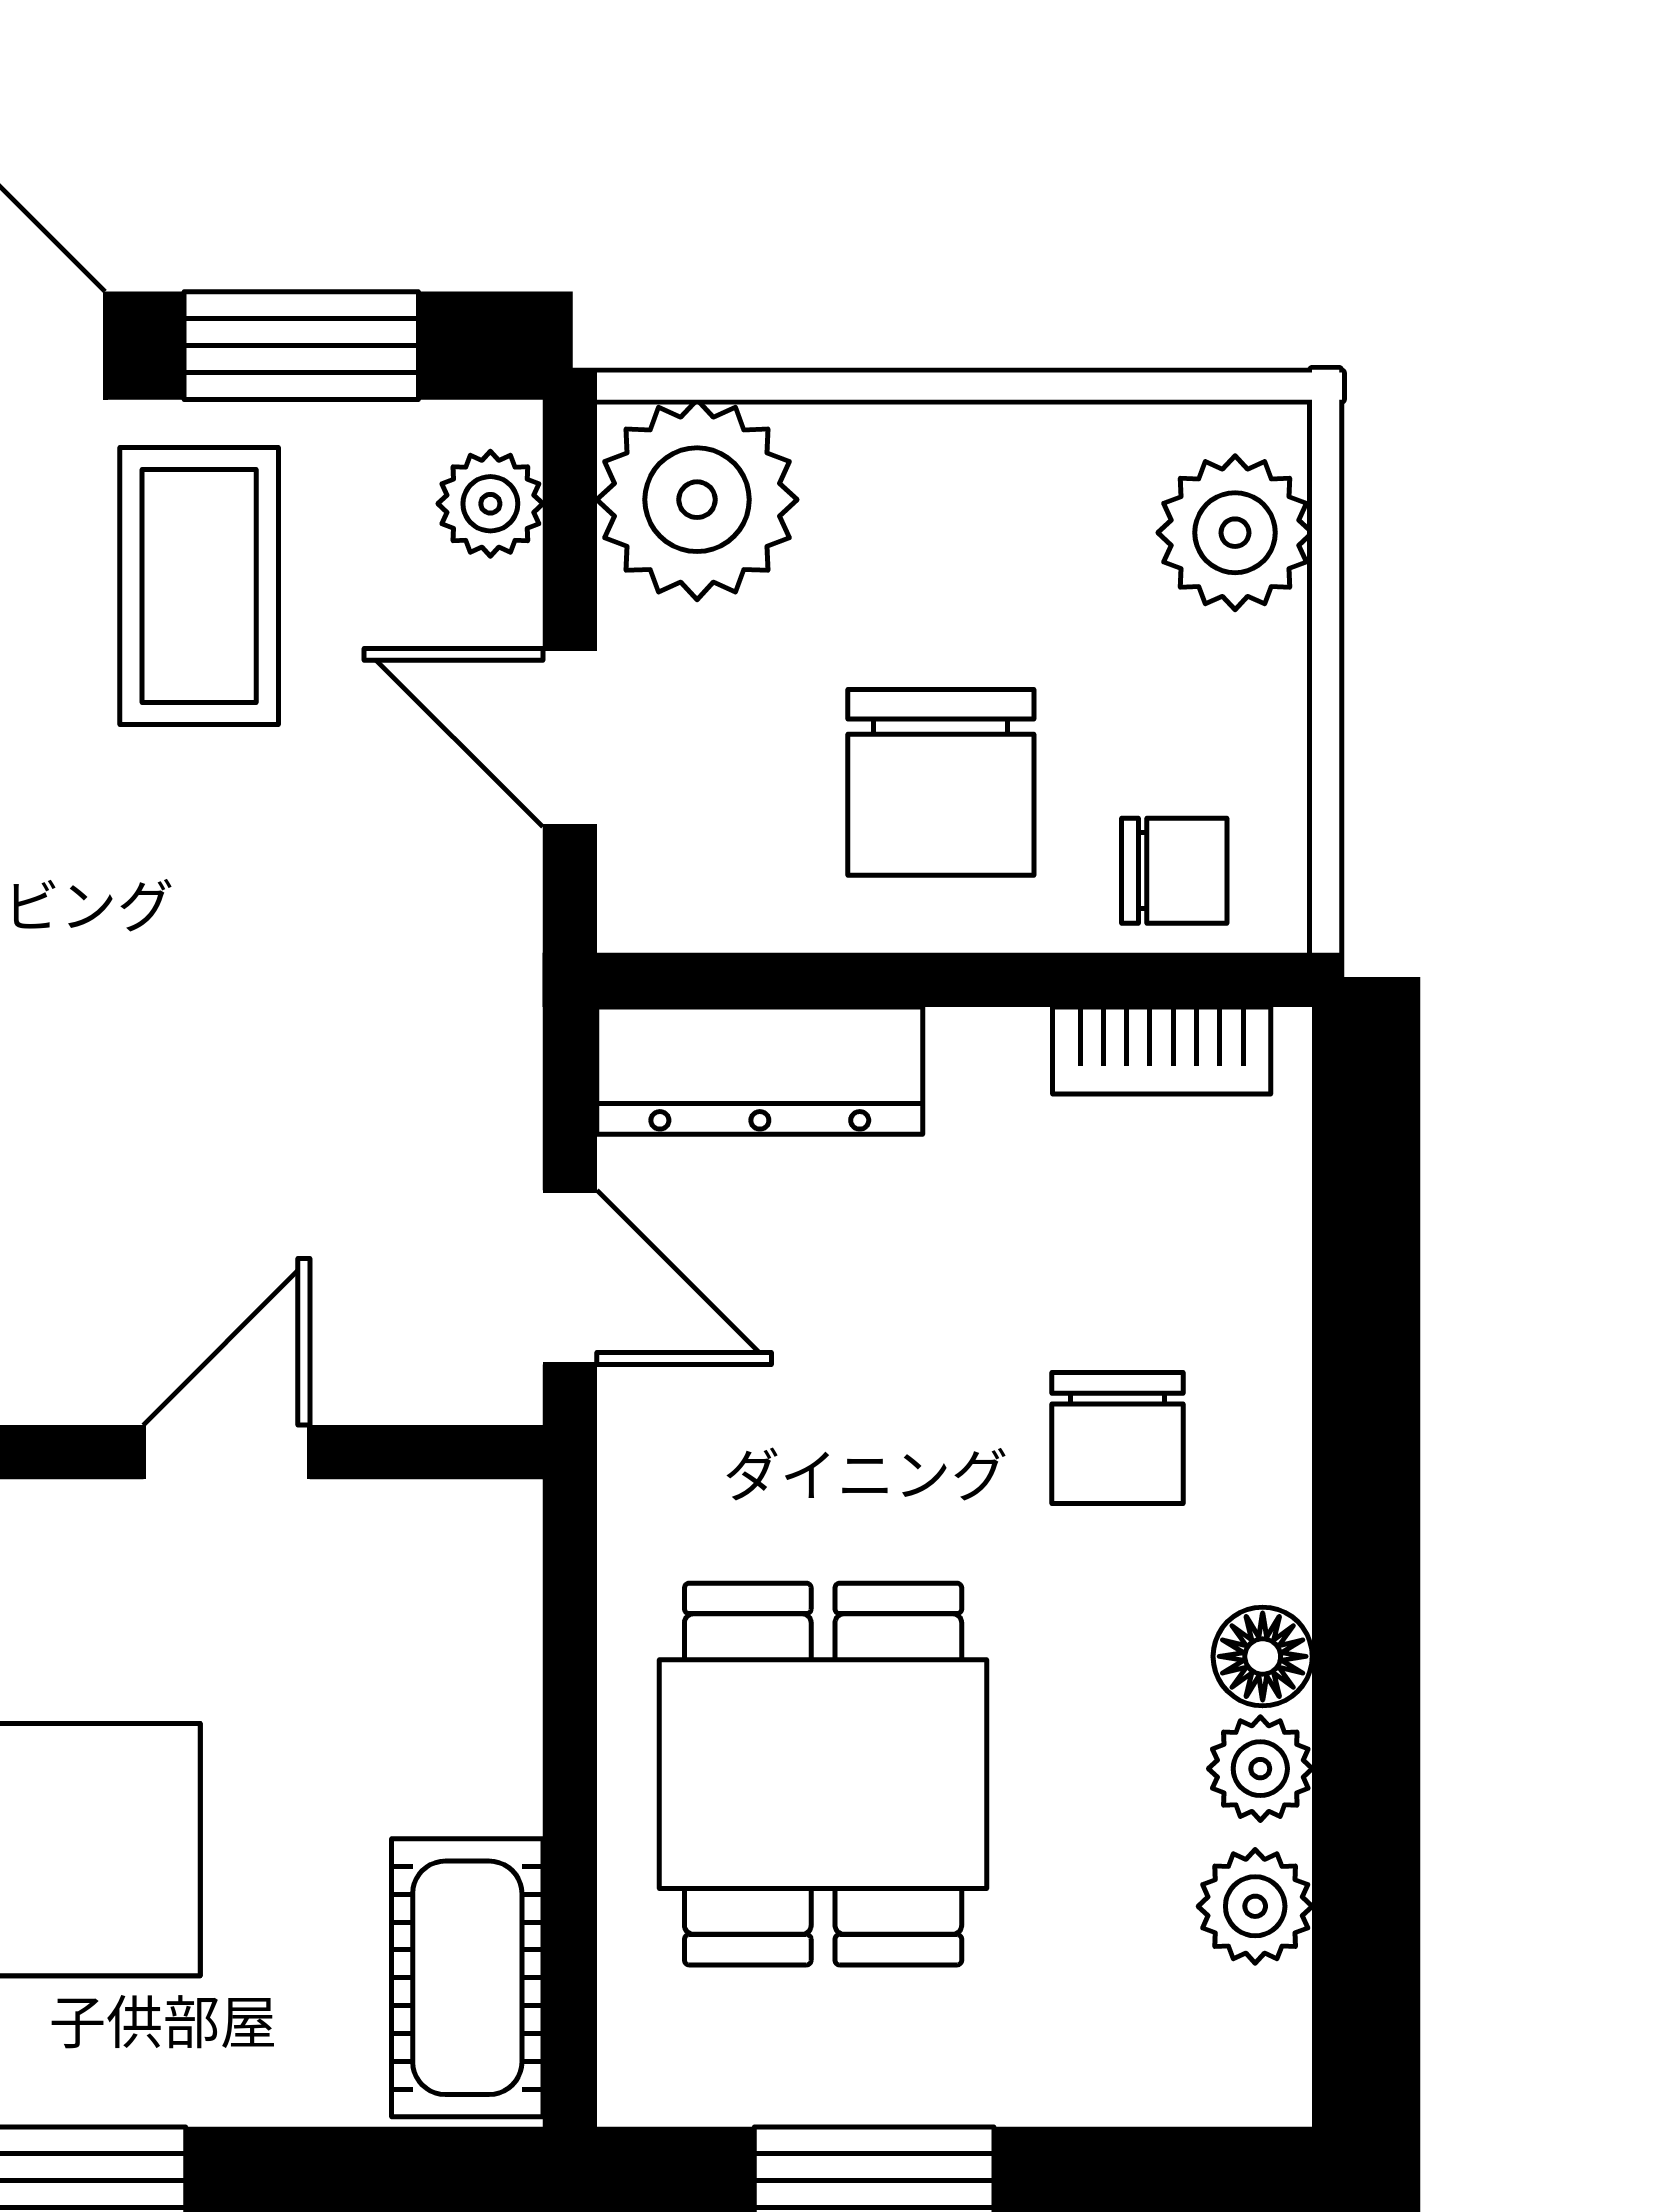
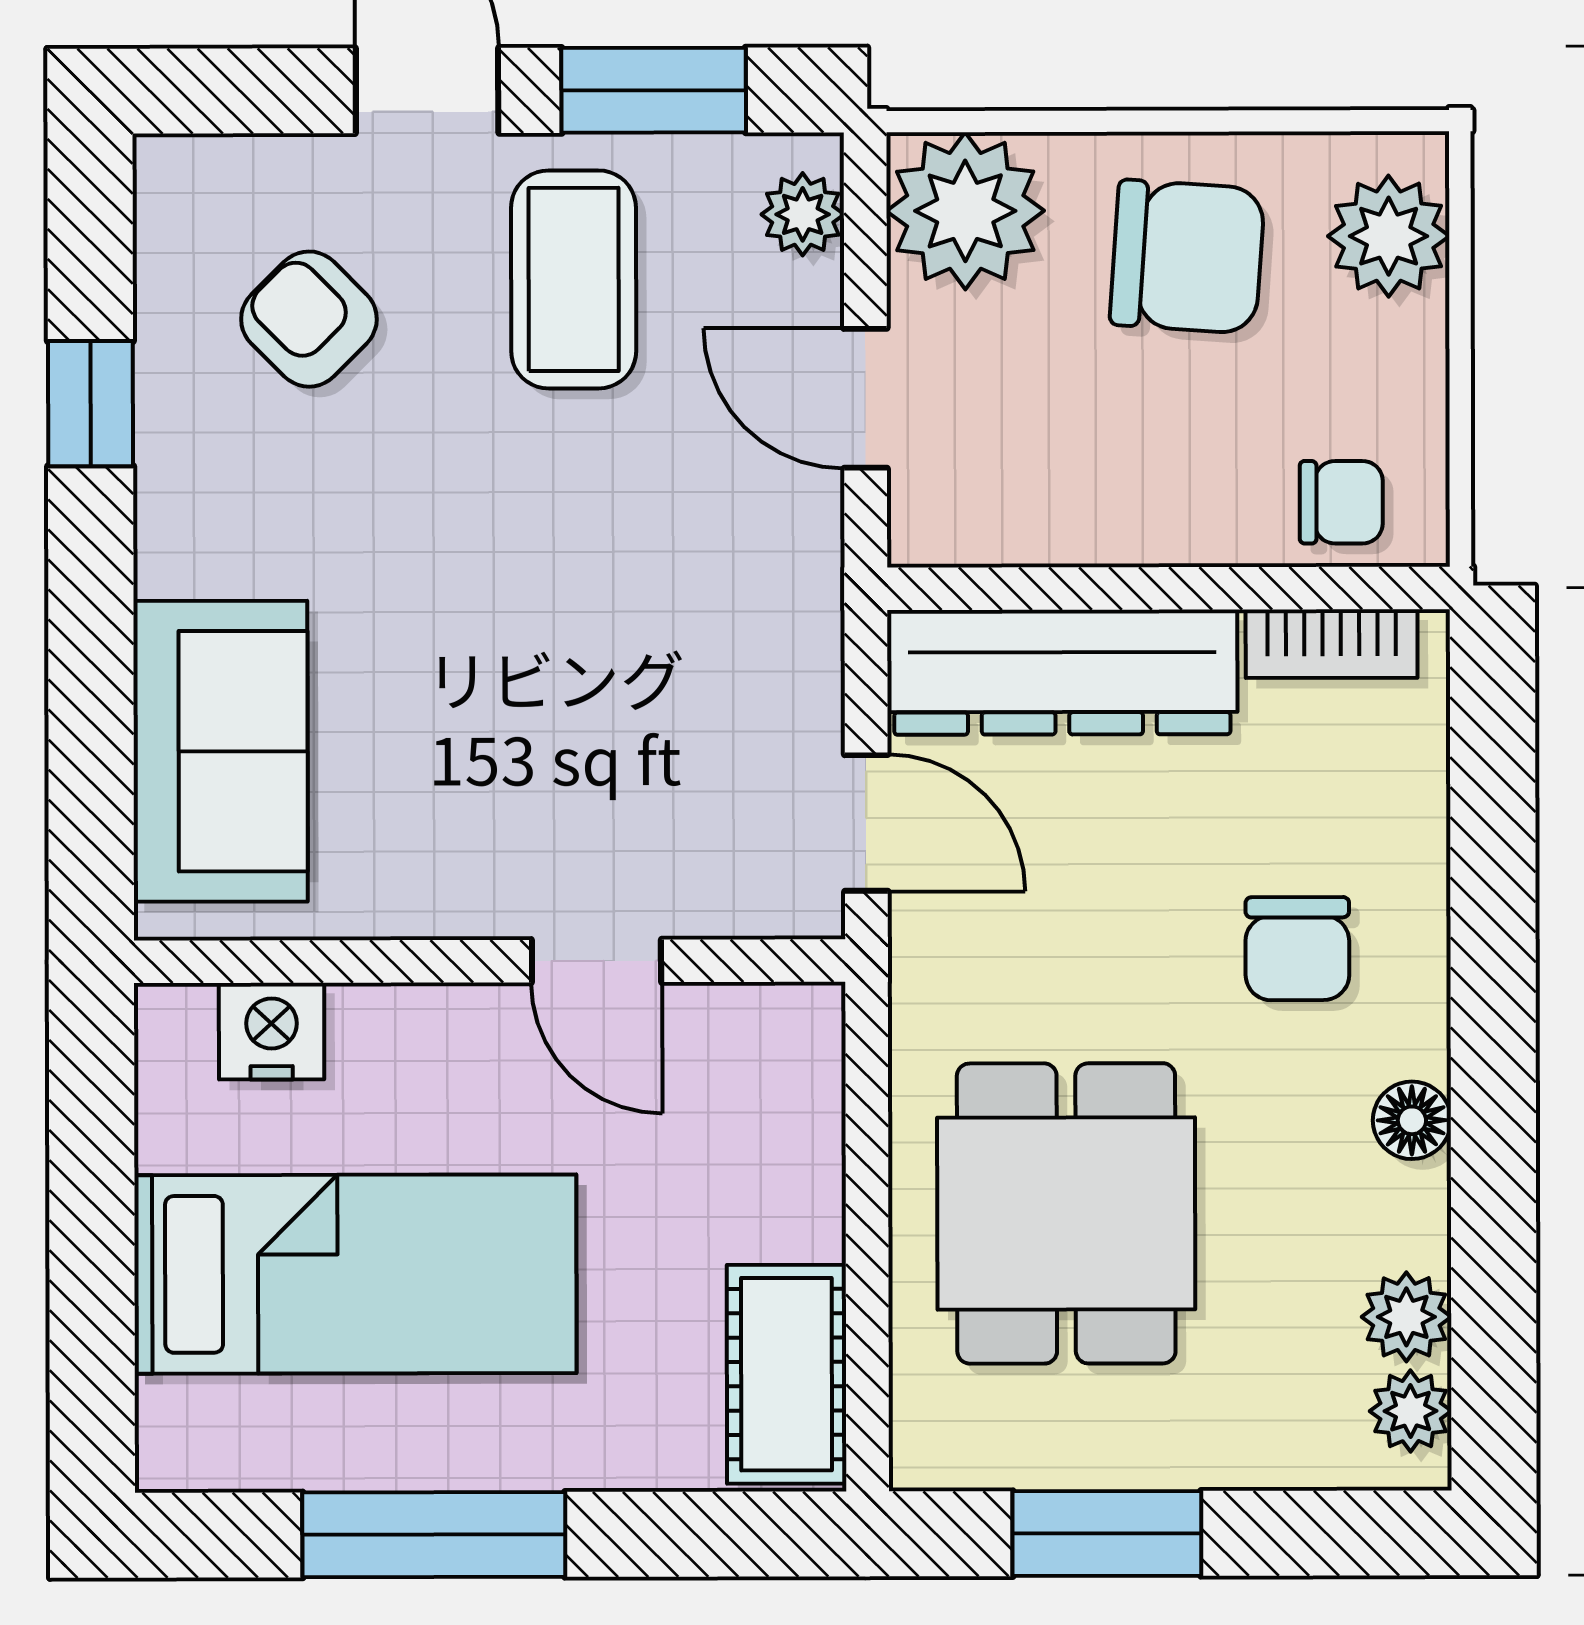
chair: (941, 782) -> (1187, 257), moved, turned -86
dresser: (760, 1071) -> (1062, 672), width x1.37, depth x1.24
door: (227, 1452) -> (596, 961), swing flipped
plant: (1260, 1769) -> (1411, 1411), moved

